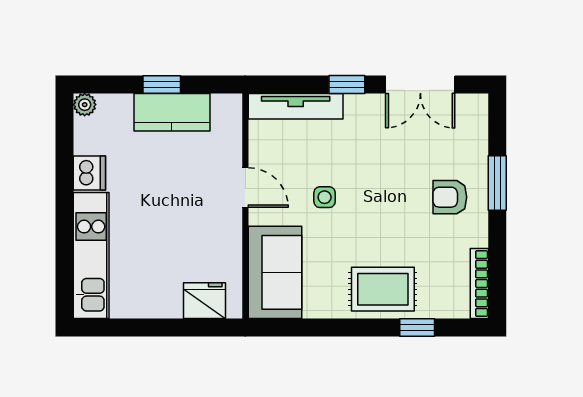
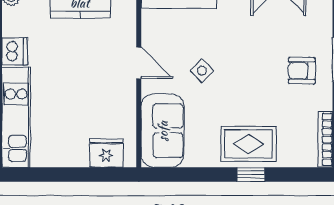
side table: (325, 197) -> (202, 71), turned 45
window: (417, 328) -> (251, 174), moved

